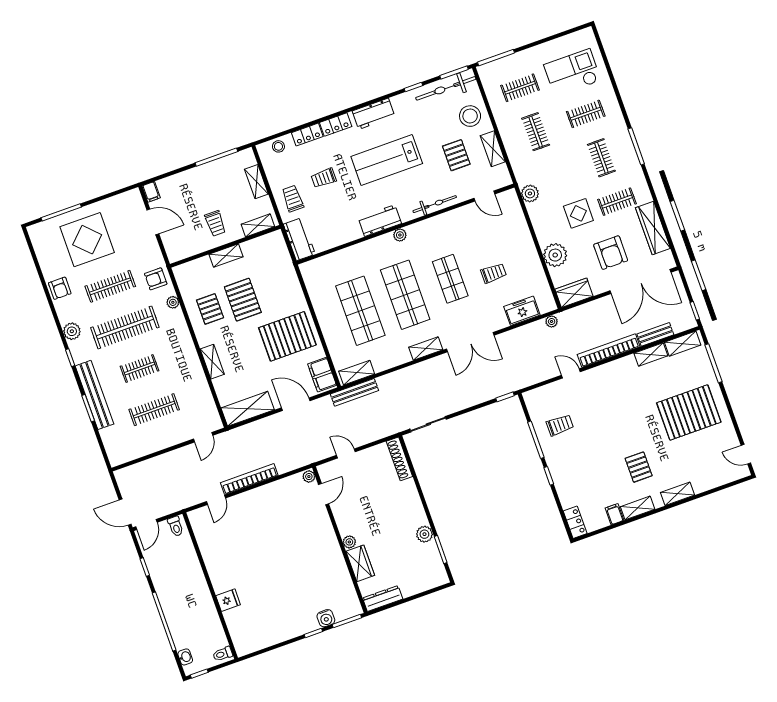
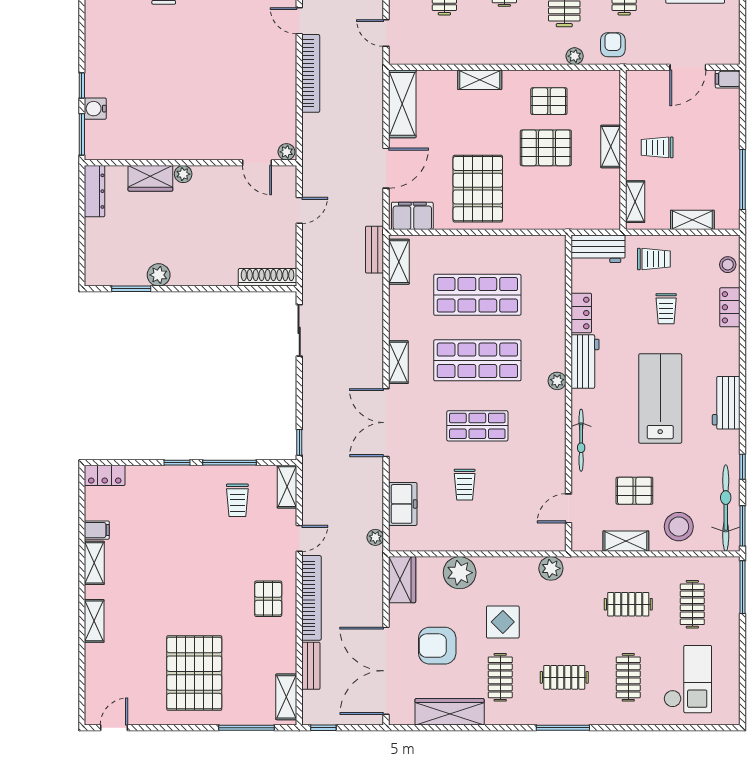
locker: (336, 125) -> (581, 313), moved, turned 180
trolley: (324, 178) -> (666, 309), turned 180
shelving: (651, 354) -> (287, 487), moved
bench: (354, 392) -> (374, 250), width x0.73
pallet: (639, 467) -> (268, 599), moved, turned 90

